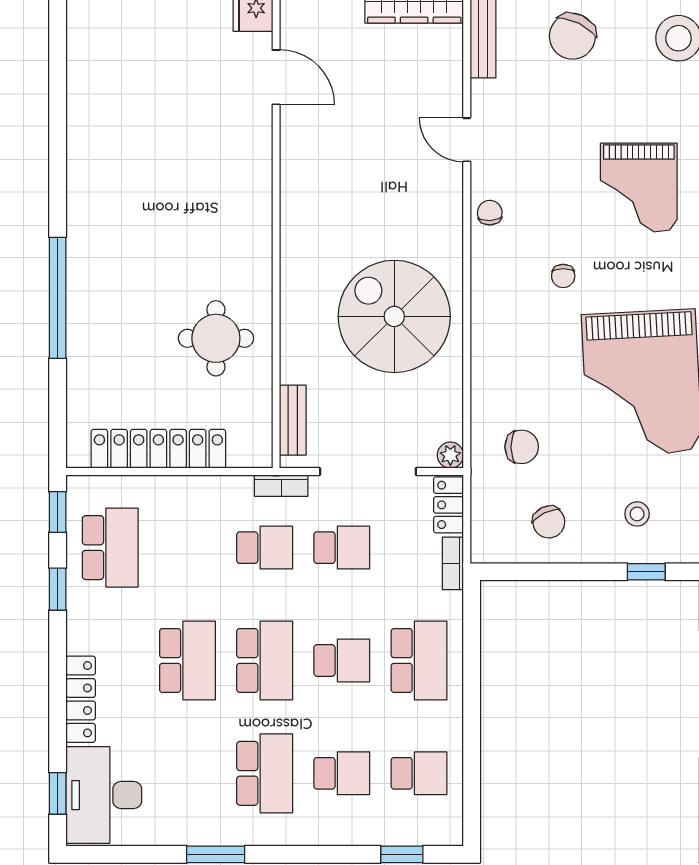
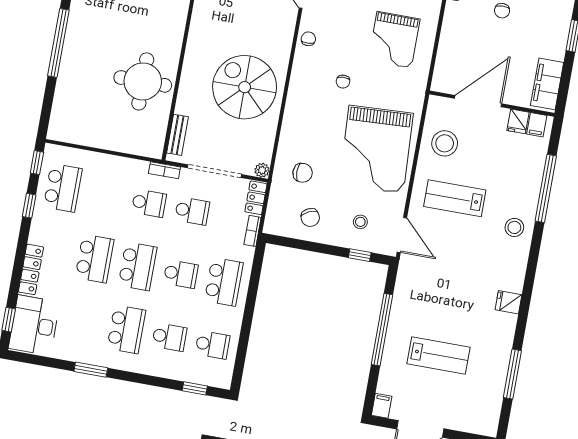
round table: (216, 338) -> (143, 81), width x1.36, depth x1.36
locker: (158, 449) -> (100, 137), removed

